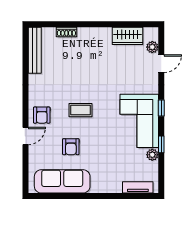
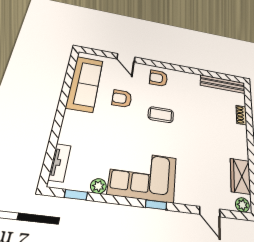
plant: (152, 47) -> (242, 205), moved
coffee table: (81, 110) -> (161, 115), turned 90
door: (25, 136) -> (126, 58), moved
window: (161, 144) -> (76, 195), moved

